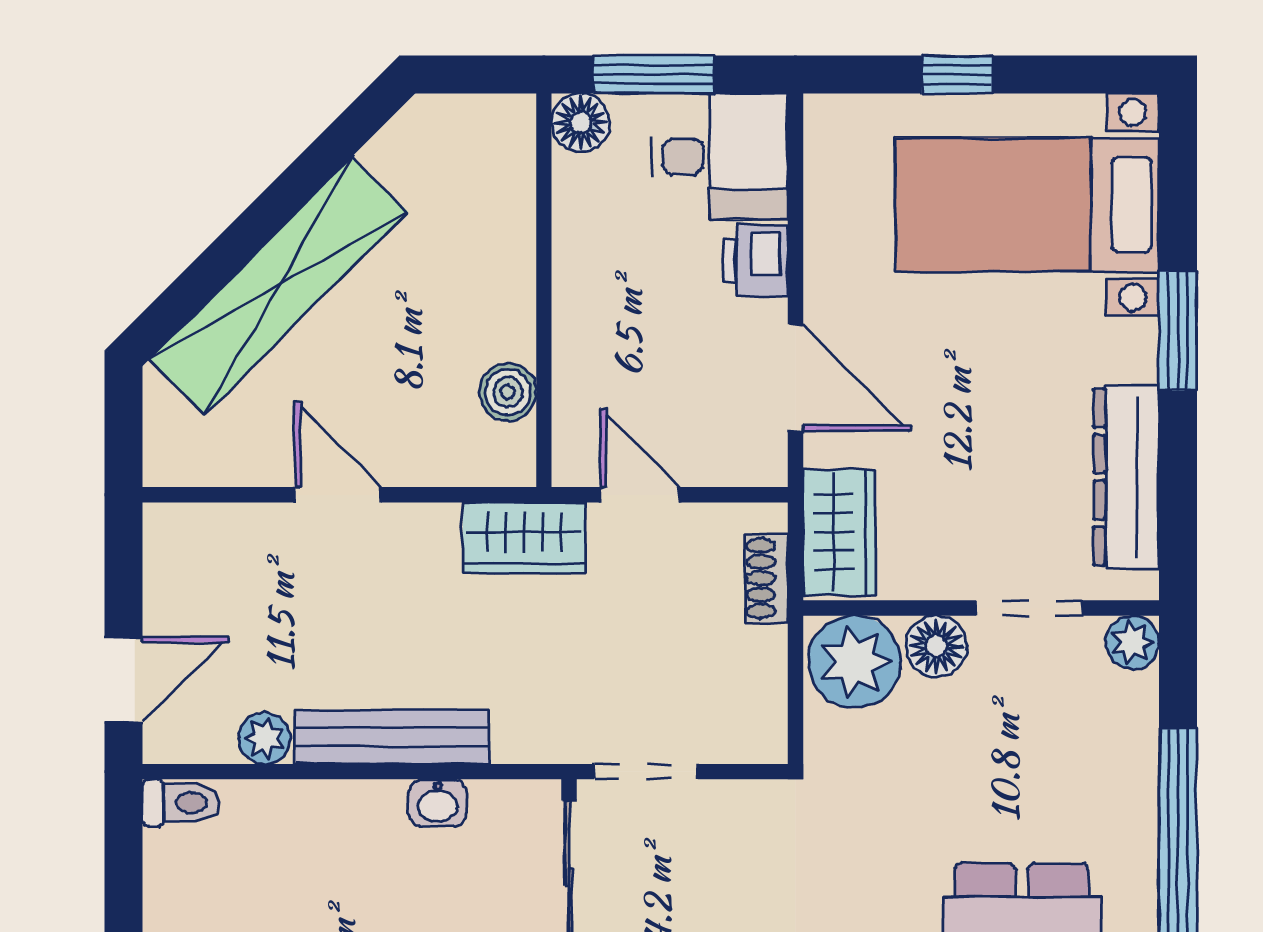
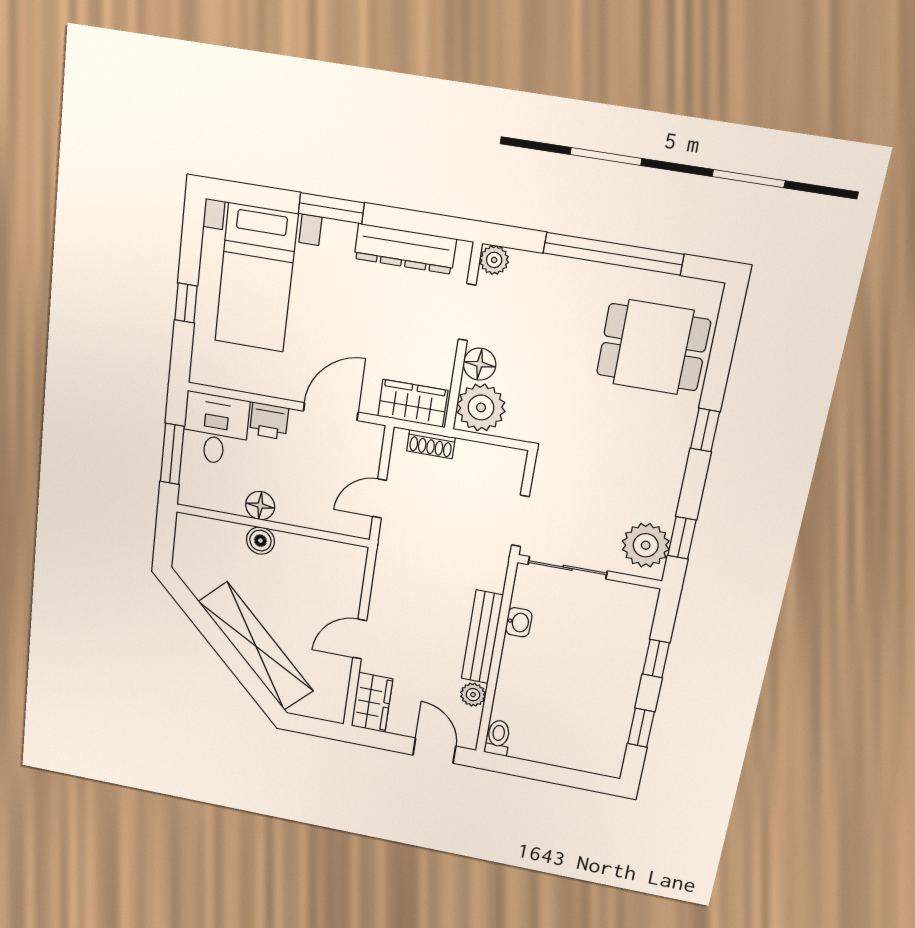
floor lamp: (581, 123) -> (260, 506), moved
boiler: (508, 392) -> (260, 541), moved
wardrobe: (524, 538) -> (372, 703), moved

